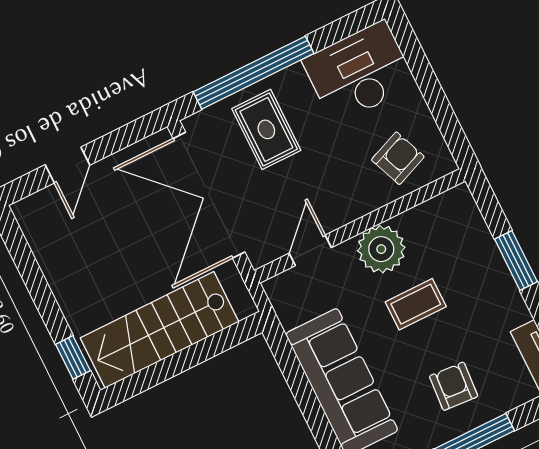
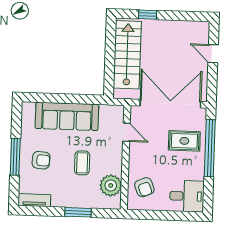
desk: (359, 72) -> (187, 196), width x0.73
plant: (381, 249) -> (111, 185), moved
window: (73, 357) -> (148, 15), moved

